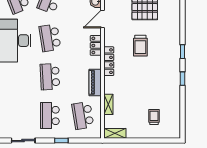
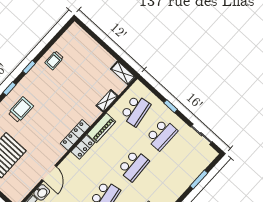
door: (102, 19) -> (49, 173), hinge flipped
locker: (96, 45) -> (83, 147), moved
trolley: (140, 46) -> (21, 110), moved
trolley: (154, 117) -> (54, 60), moved

